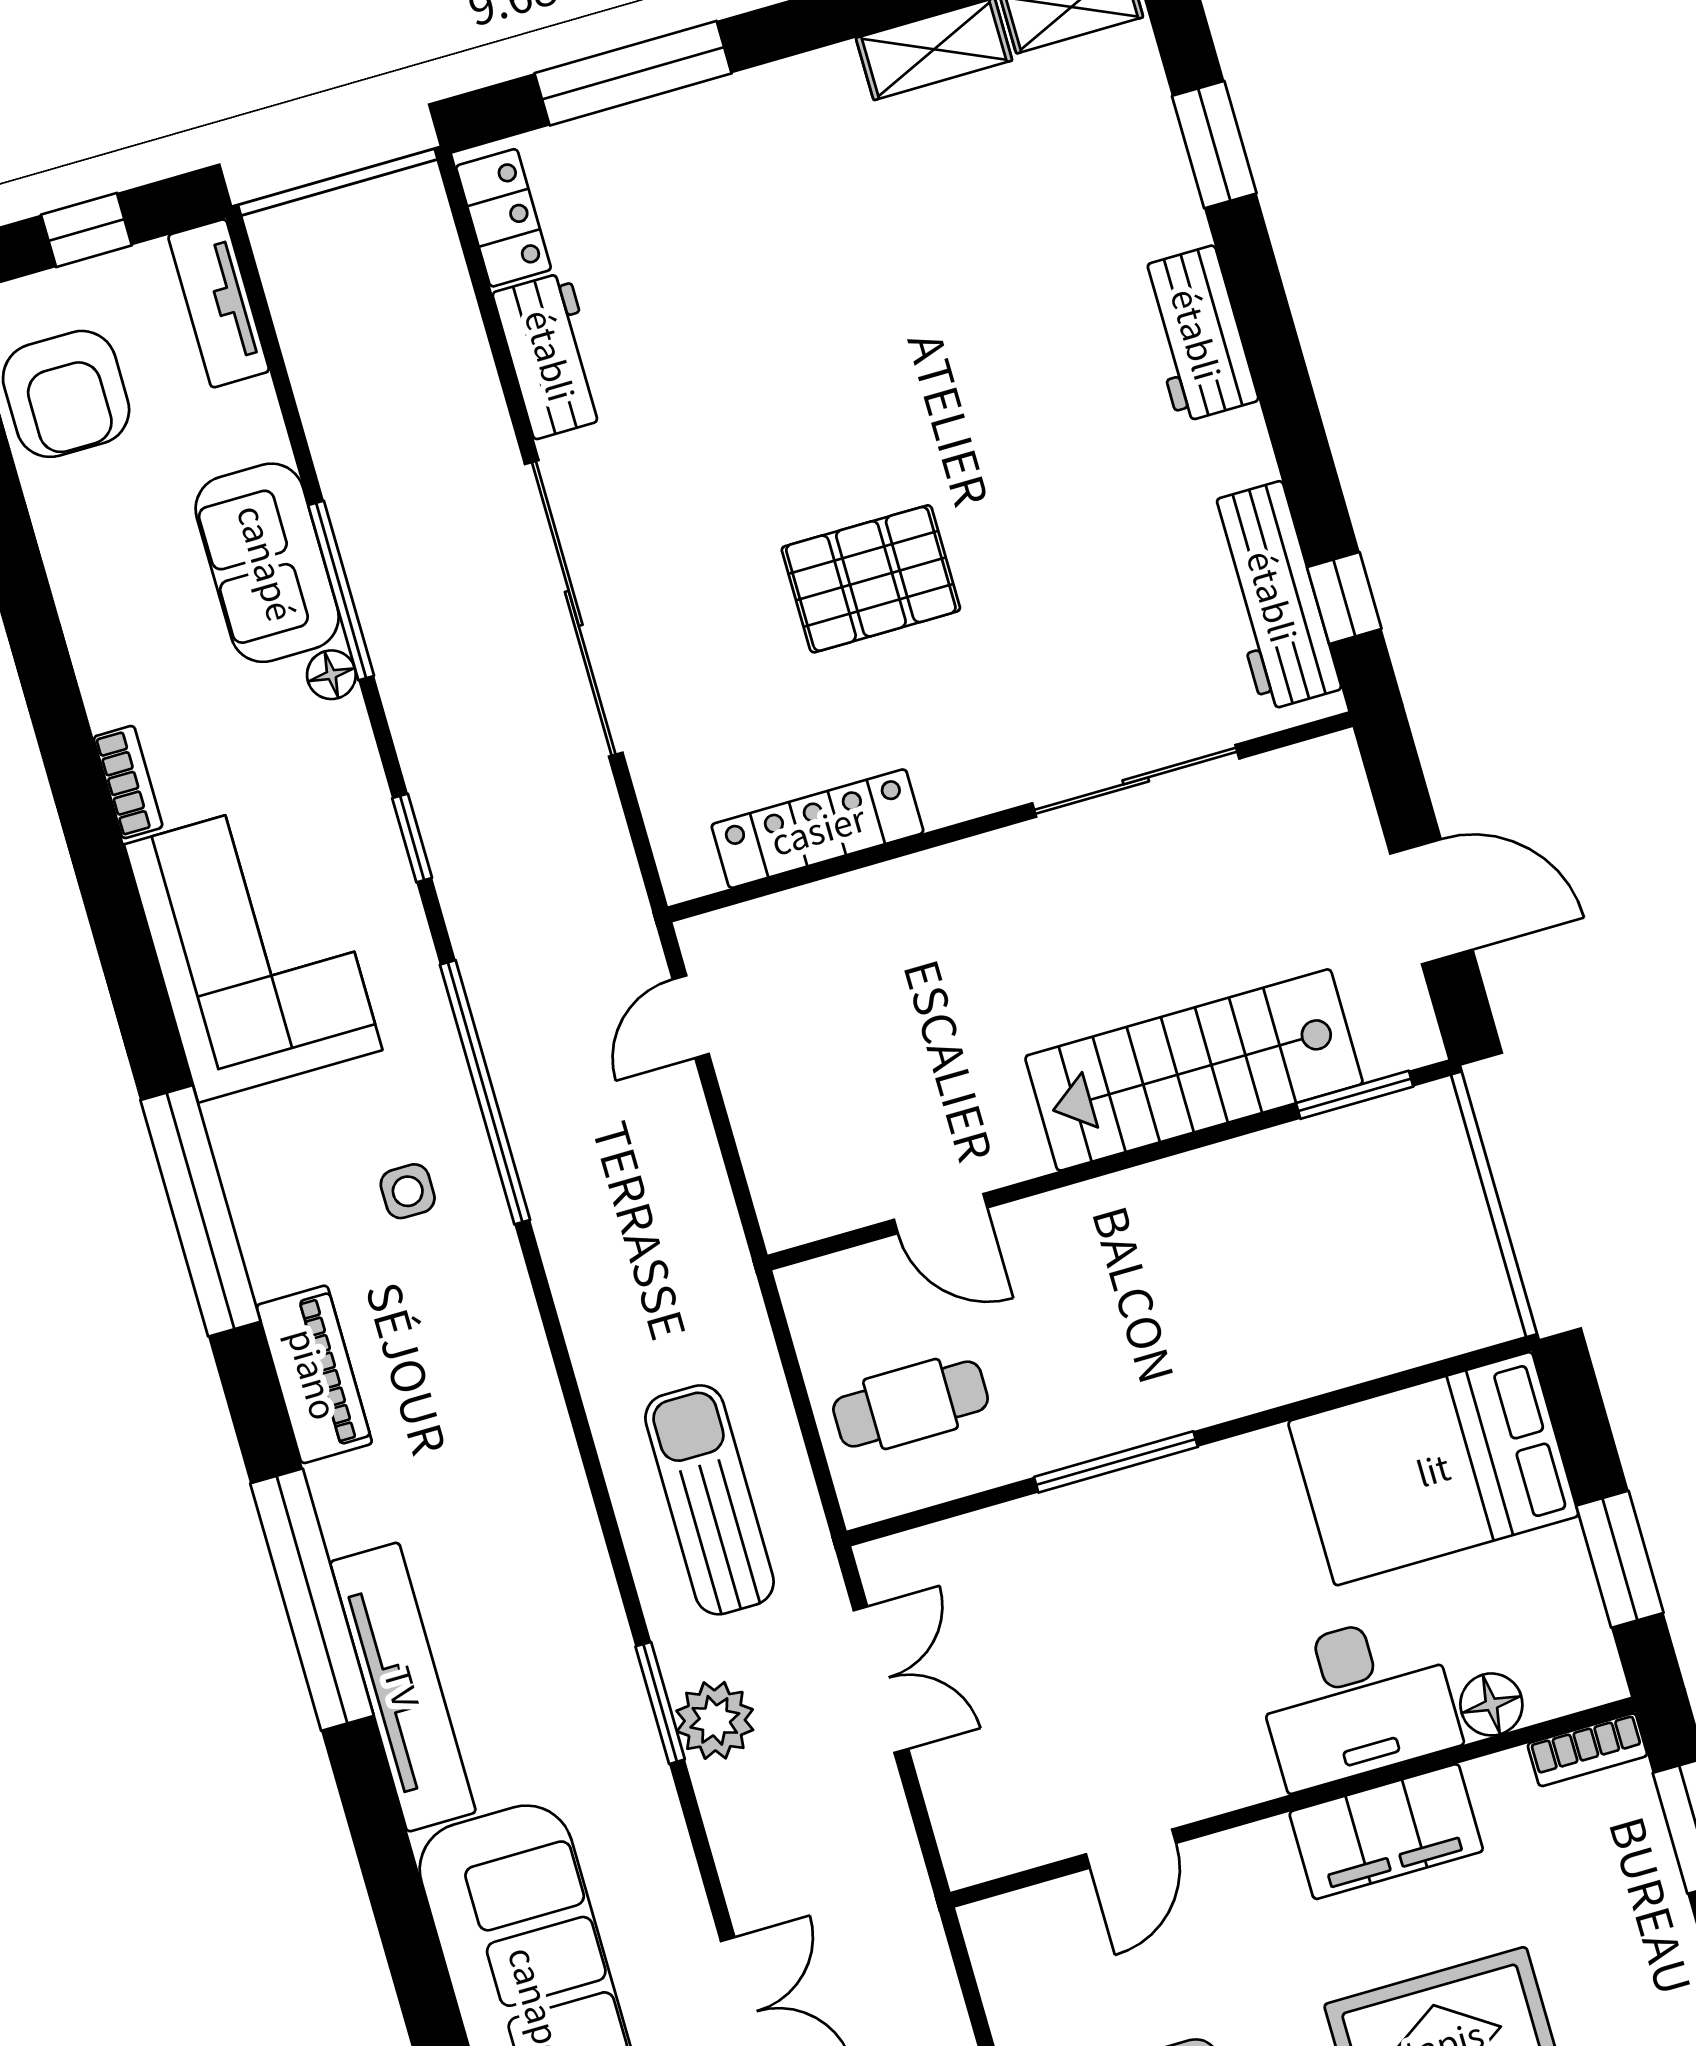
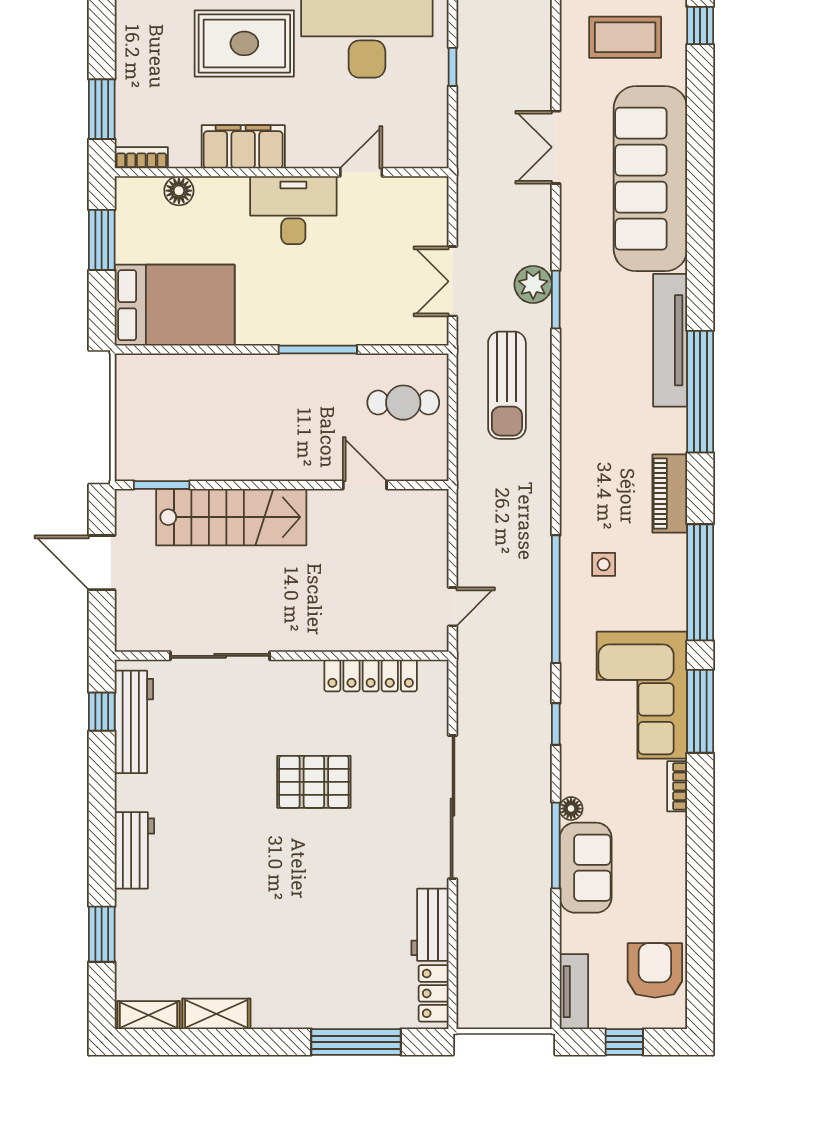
window: (125, 949) -> (700, 711), added
desk: (1357, 1700) -> (293, 210), moved

